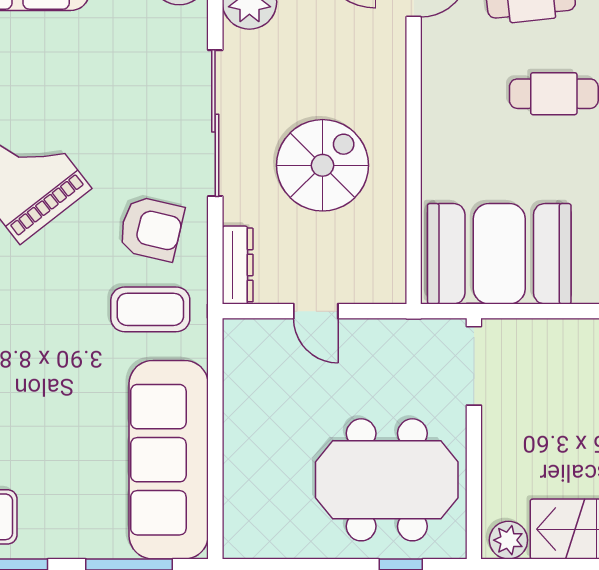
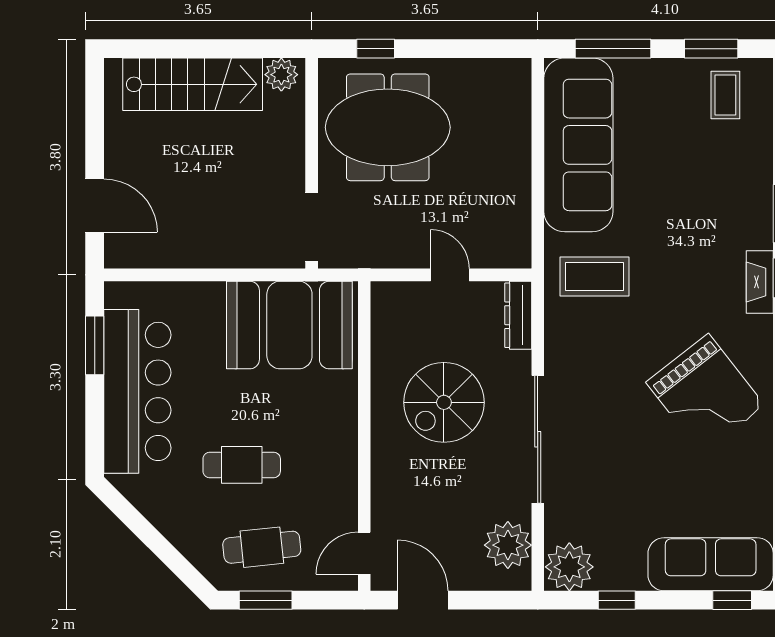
armchair: (151, 229) -> (594, 347), removed

